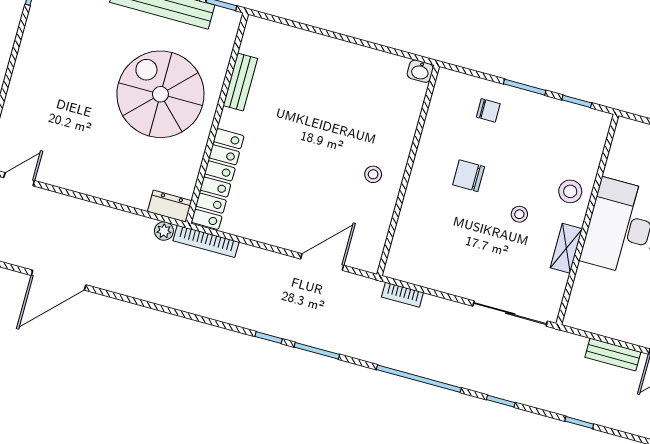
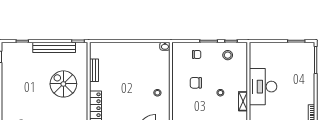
spiral stairs: (160, 94) -> (63, 84), width x0.73, depth x0.73
stool: (570, 191) -> (228, 55), moved

